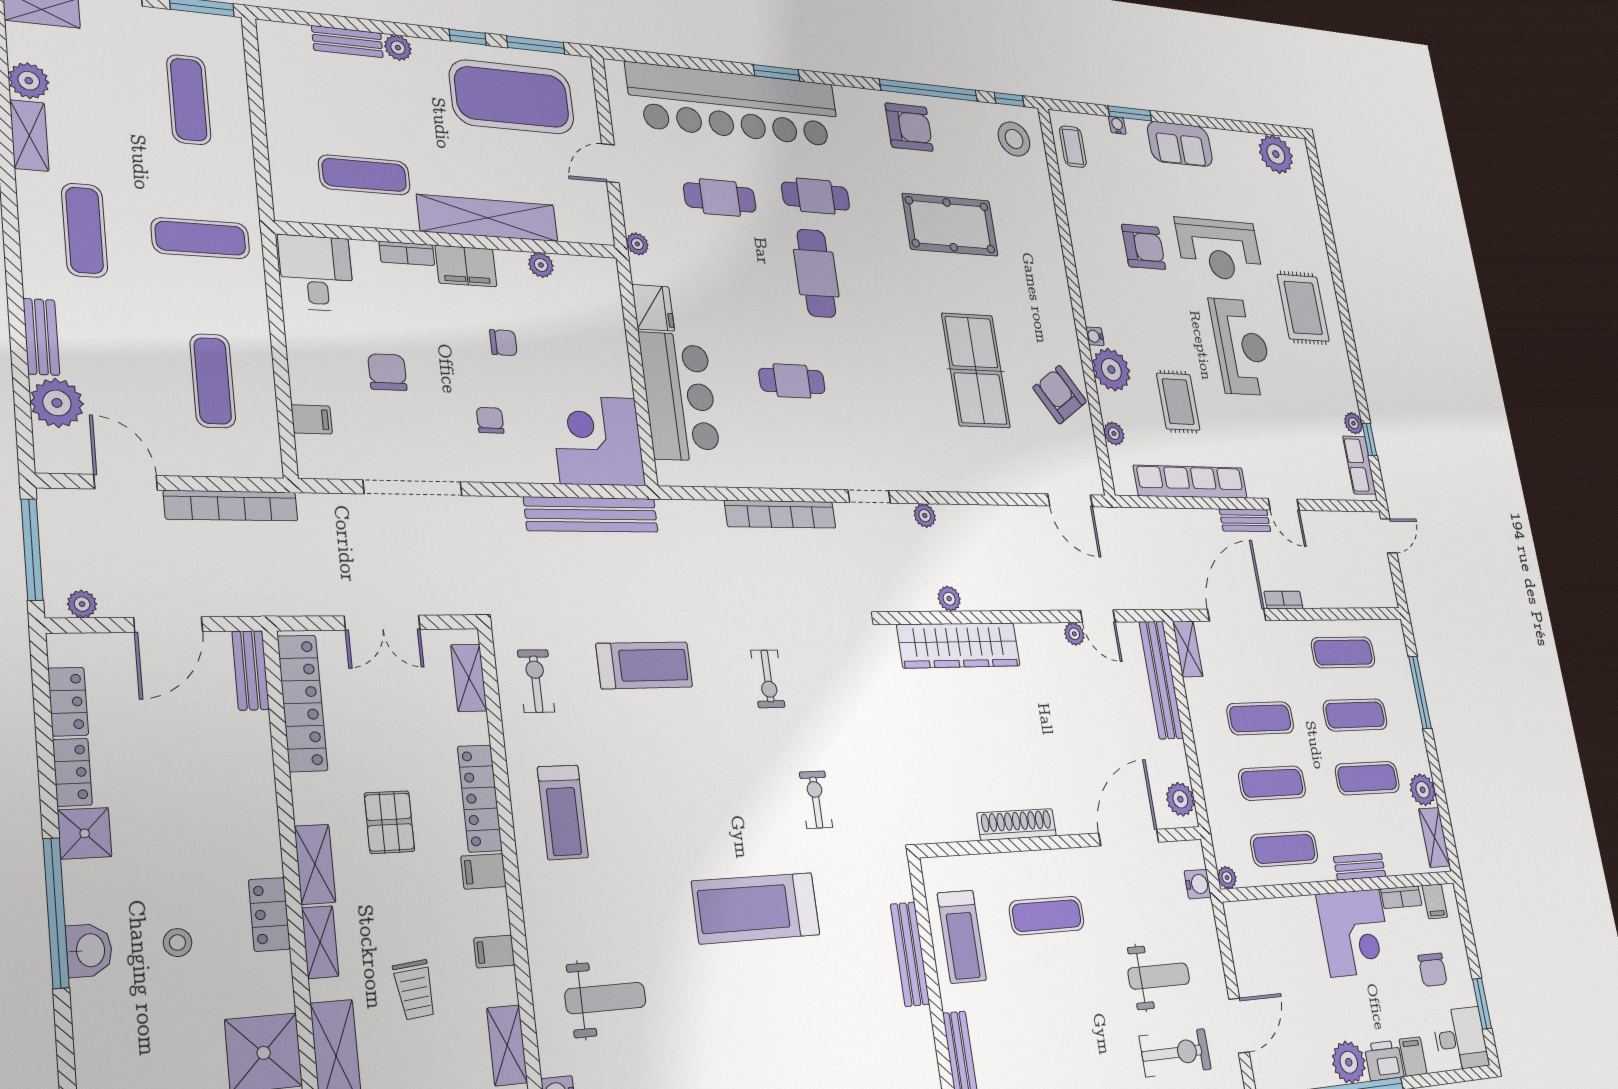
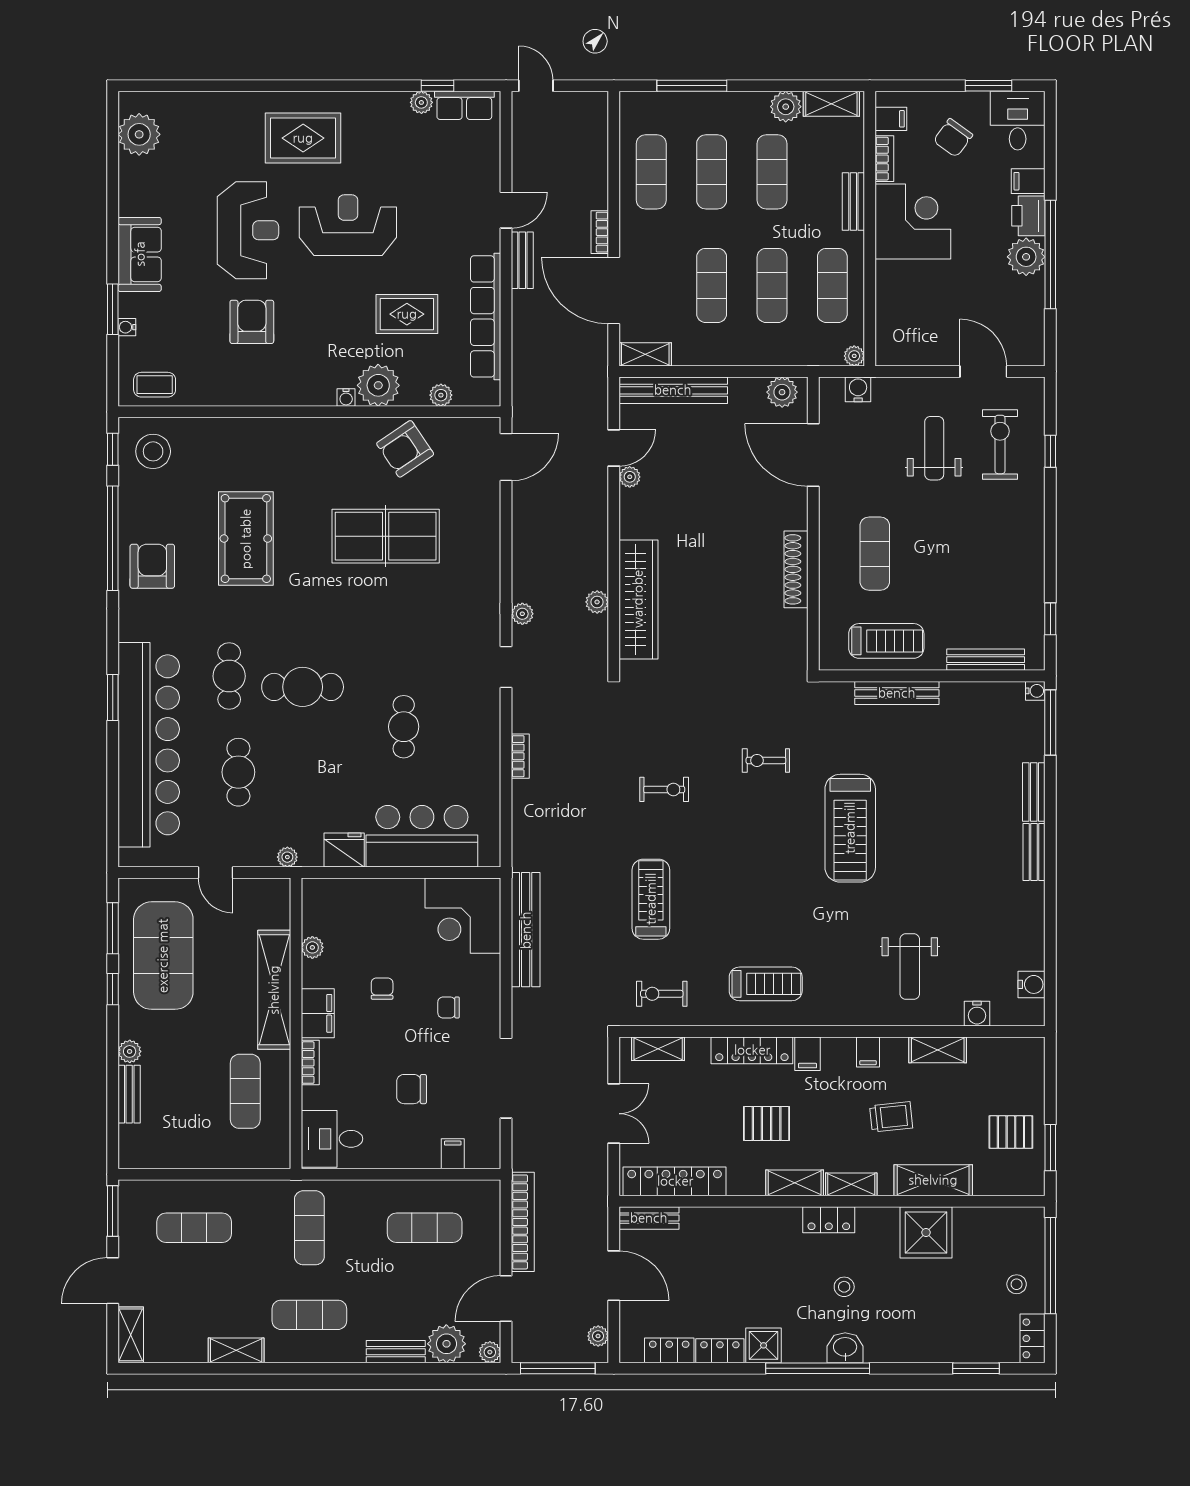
plant: (29, 81) -> (490, 1352), moved, width x0.73, depth x0.73
bookcase: (780, 514) -> (520, 756), width x0.43, depth x0.76
chair: (1433, 970) -> (953, 138), turned 126
weight bench: (605, 998) -> (910, 967), turned 180

